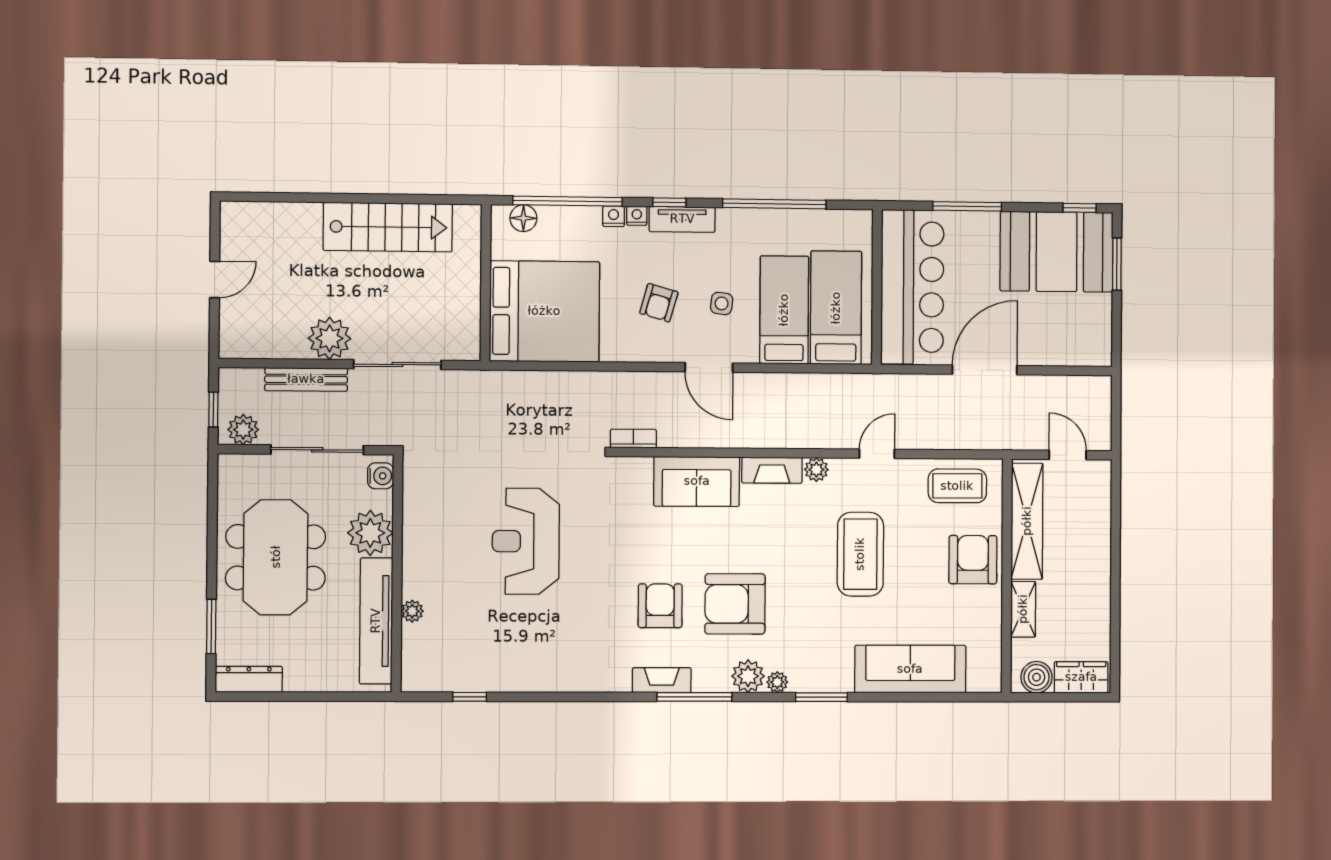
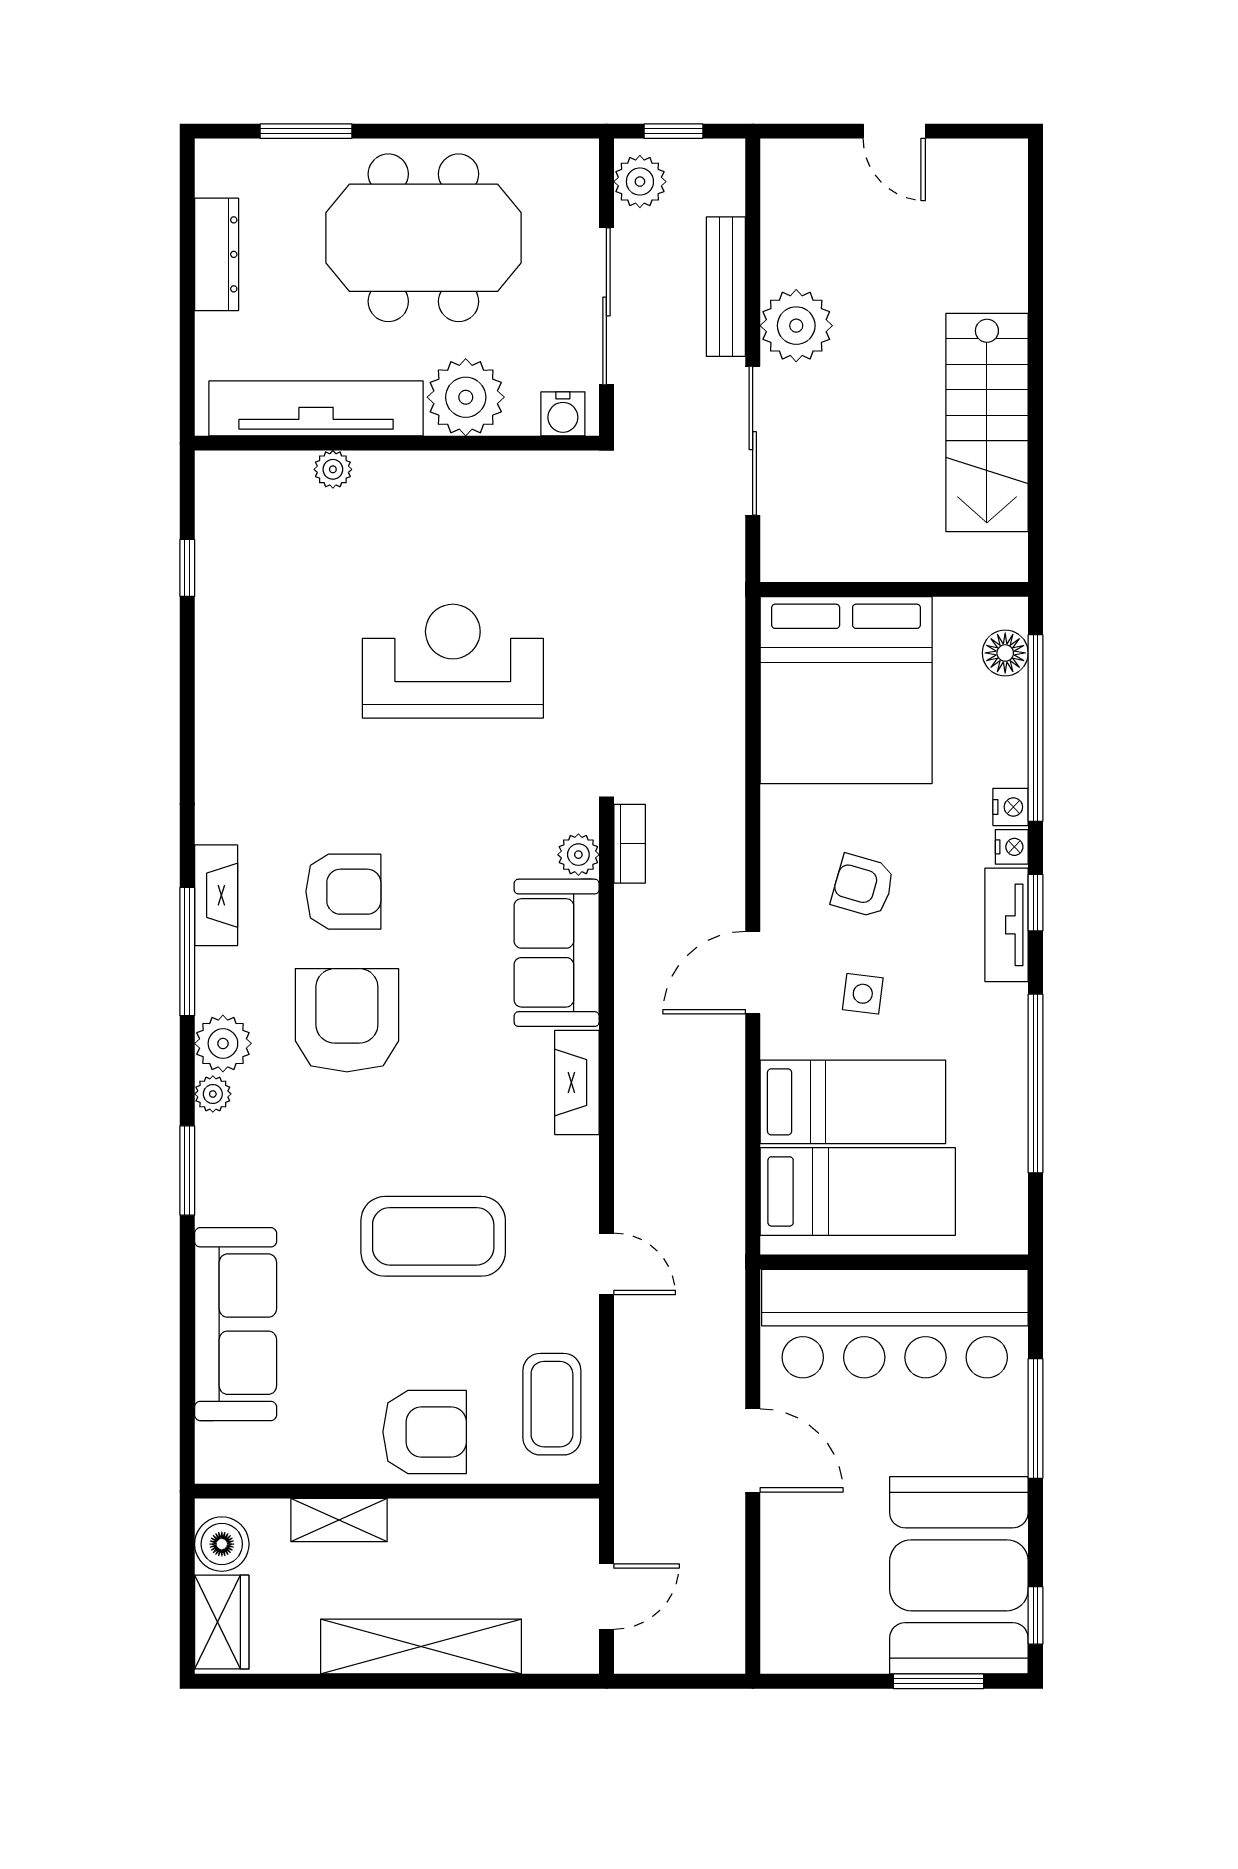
door: (985, 370) -> (753, 1450), width x0.73
plant: (816, 470) -> (578, 855), moved
shelving: (1027, 521) -> (421, 1647), moved
dresser: (249, 679) -> (217, 254), moved

